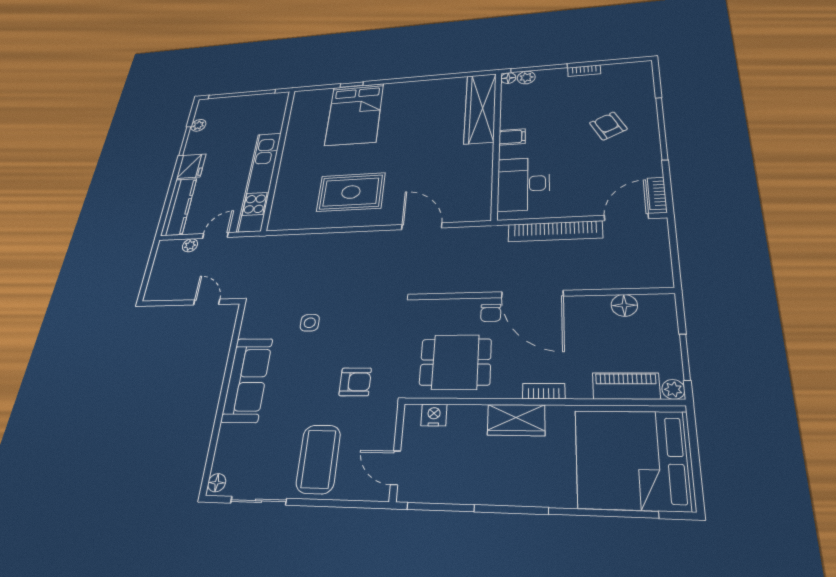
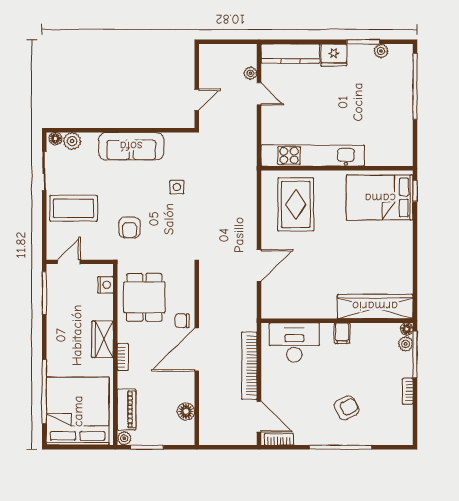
wall: (279, 158) -> (337, 168), moved
kitchen unit: (260, 181) -> (313, 156), moved
plant: (225, 459) -> (72, 141), added

